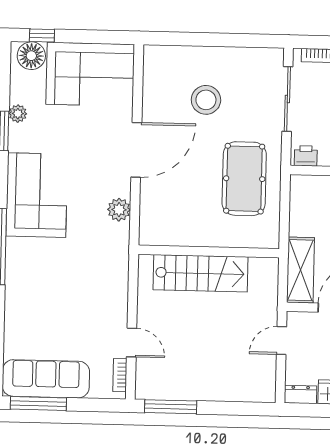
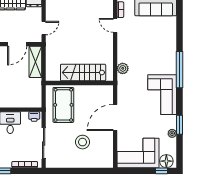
plant: (119, 210) -> (123, 68), moved
wall: (209, 251) -> (79, 83), moved
stairs: (201, 273) -> (83, 73), moved

